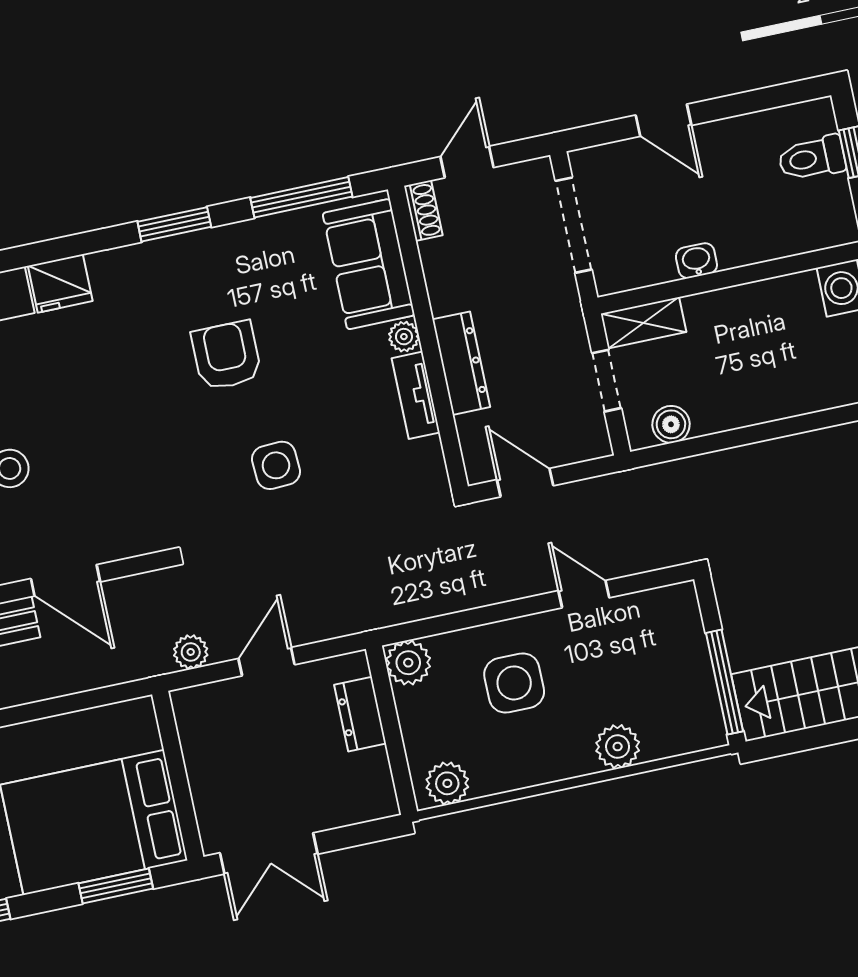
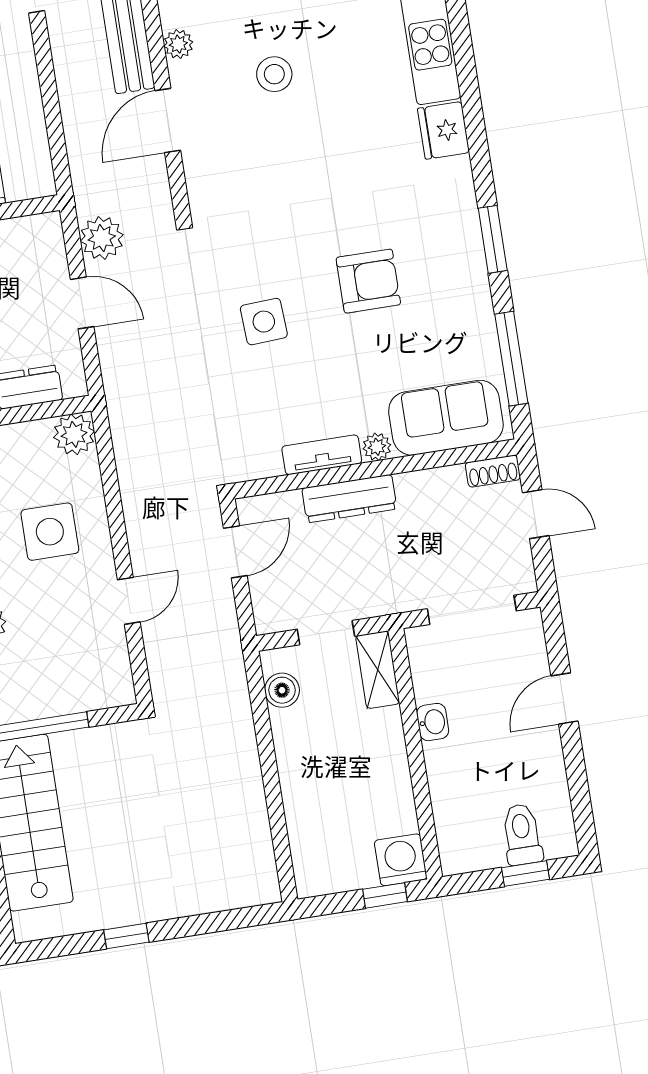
plant: (191, 652) -> (102, 238), width x1.38, depth x1.38

